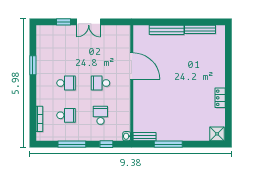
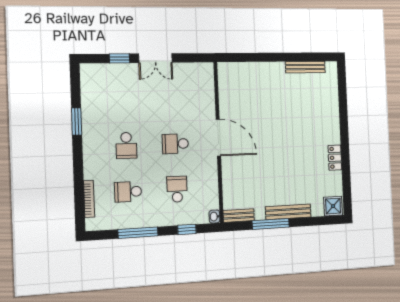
bench: (167, 30) -> (288, 212), moved
door: (132, 66) -> (218, 138), moved
school desk: (66, 83) -> (126, 145), turned 90
school desk: (66, 115) -> (128, 192), turned 180

